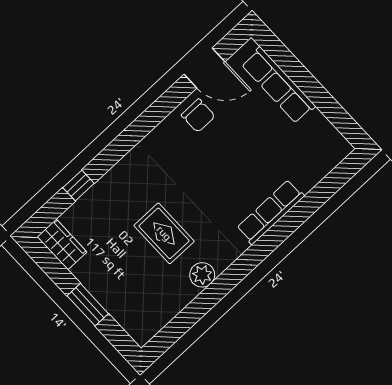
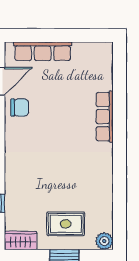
rug: (164, 233) -> (66, 224), moved
plant: (202, 275) -> (104, 241), moved

